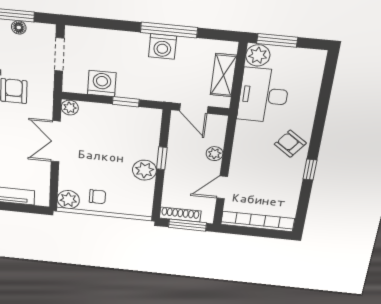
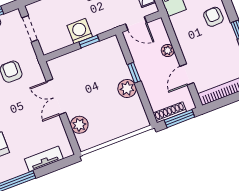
washing machine: (102, 84) -> (80, 31), moved
plant: (70, 108) -> (54, 65), removed
armchair: (290, 144) -> (213, 17), turned 51
chair: (97, 197) -> (105, 128), removed
plant: (68, 200) -> (79, 125), moved

